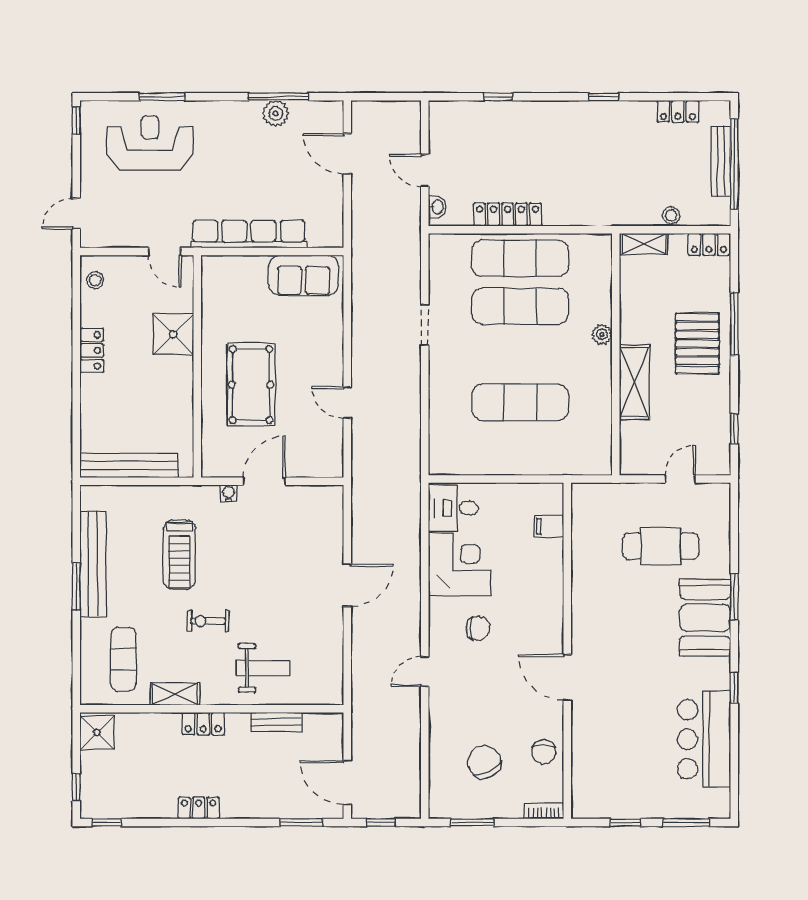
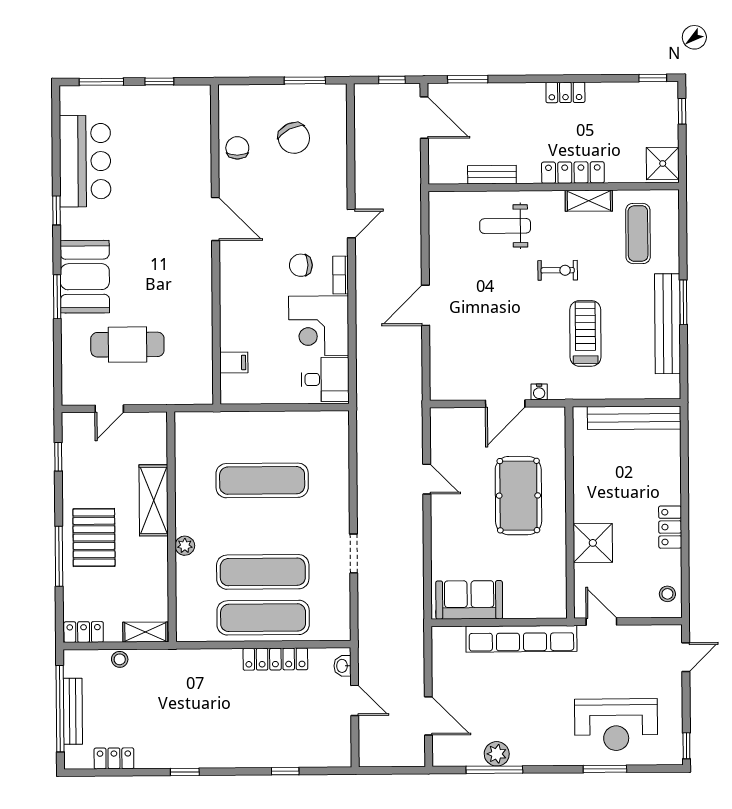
locker: (203, 724) -> (573, 173), width x1.53
bookcase: (544, 811) -> (341, 275), moved, turned 90

